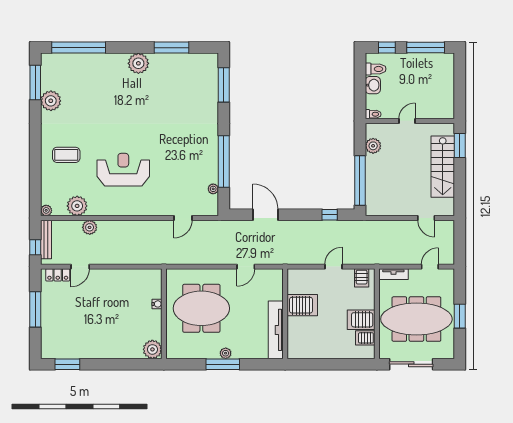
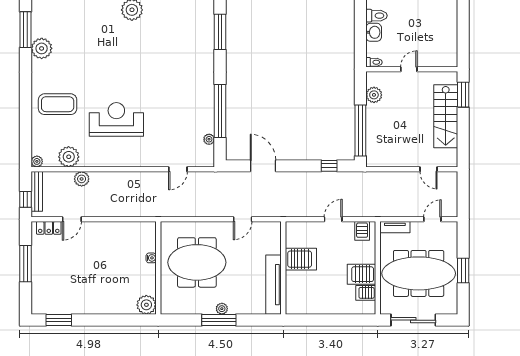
coffee table: (66, 155) -> (58, 104), width x1.36, depth x1.32

